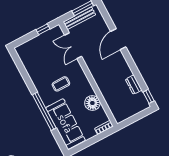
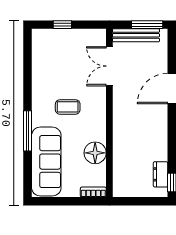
window: (43, 29) -> (62, 25), moved
dresser: (134, 85) -> (161, 174), moved
window: (44, 111) -> (28, 131), width x0.68

